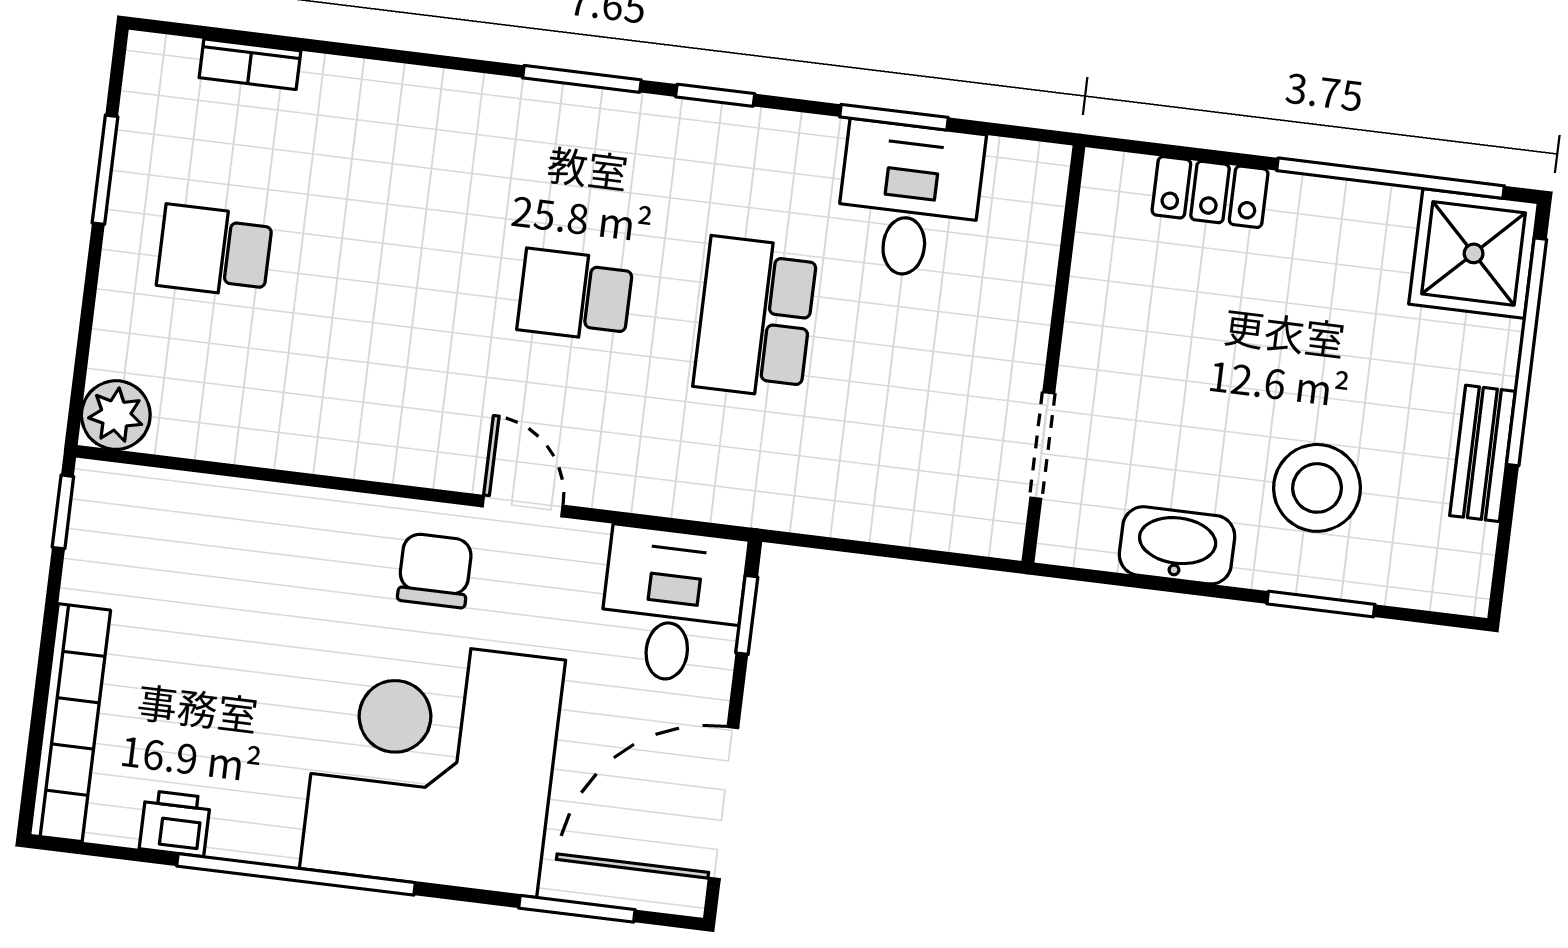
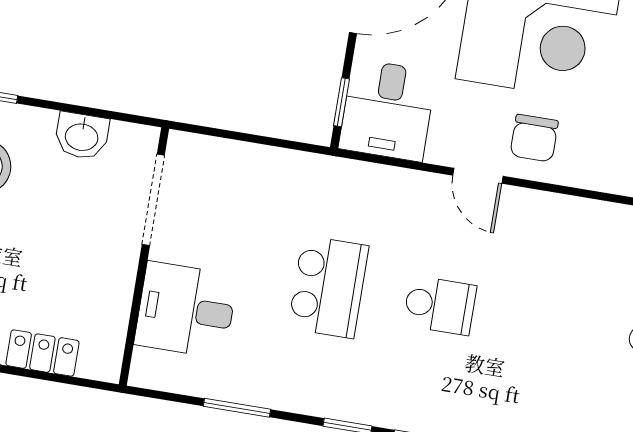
desk: (909, 200) -> (186, 310), moved, turned 90
doorway: (1042, 445) -> (153, 200), width x1.38
washbasin: (1177, 545) -> (82, 136), width x0.72

